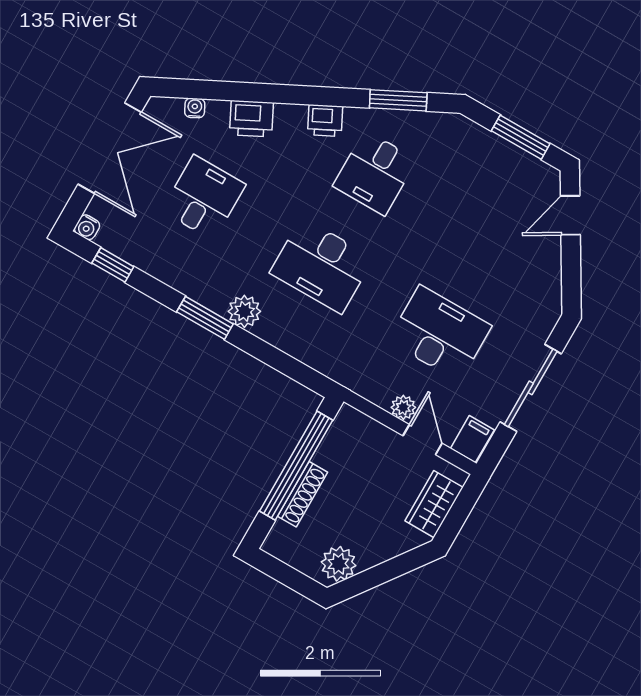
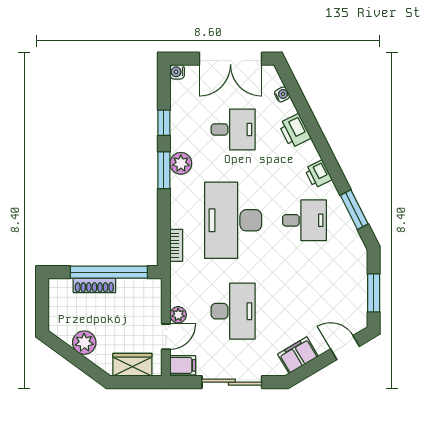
desk: (375, 173) -> (304, 220), turned 180
window: (113, 265) -> (164, 123), moved
desk: (322, 265) -> (233, 220), width x1.36, depth x1.30
filing cabinet: (545, 282) -> (298, 355), added
plant: (244, 311) -> (181, 163), moved
bookcase: (312, 358) -> (176, 245), added
plant: (338, 564) -> (84, 343), moved

